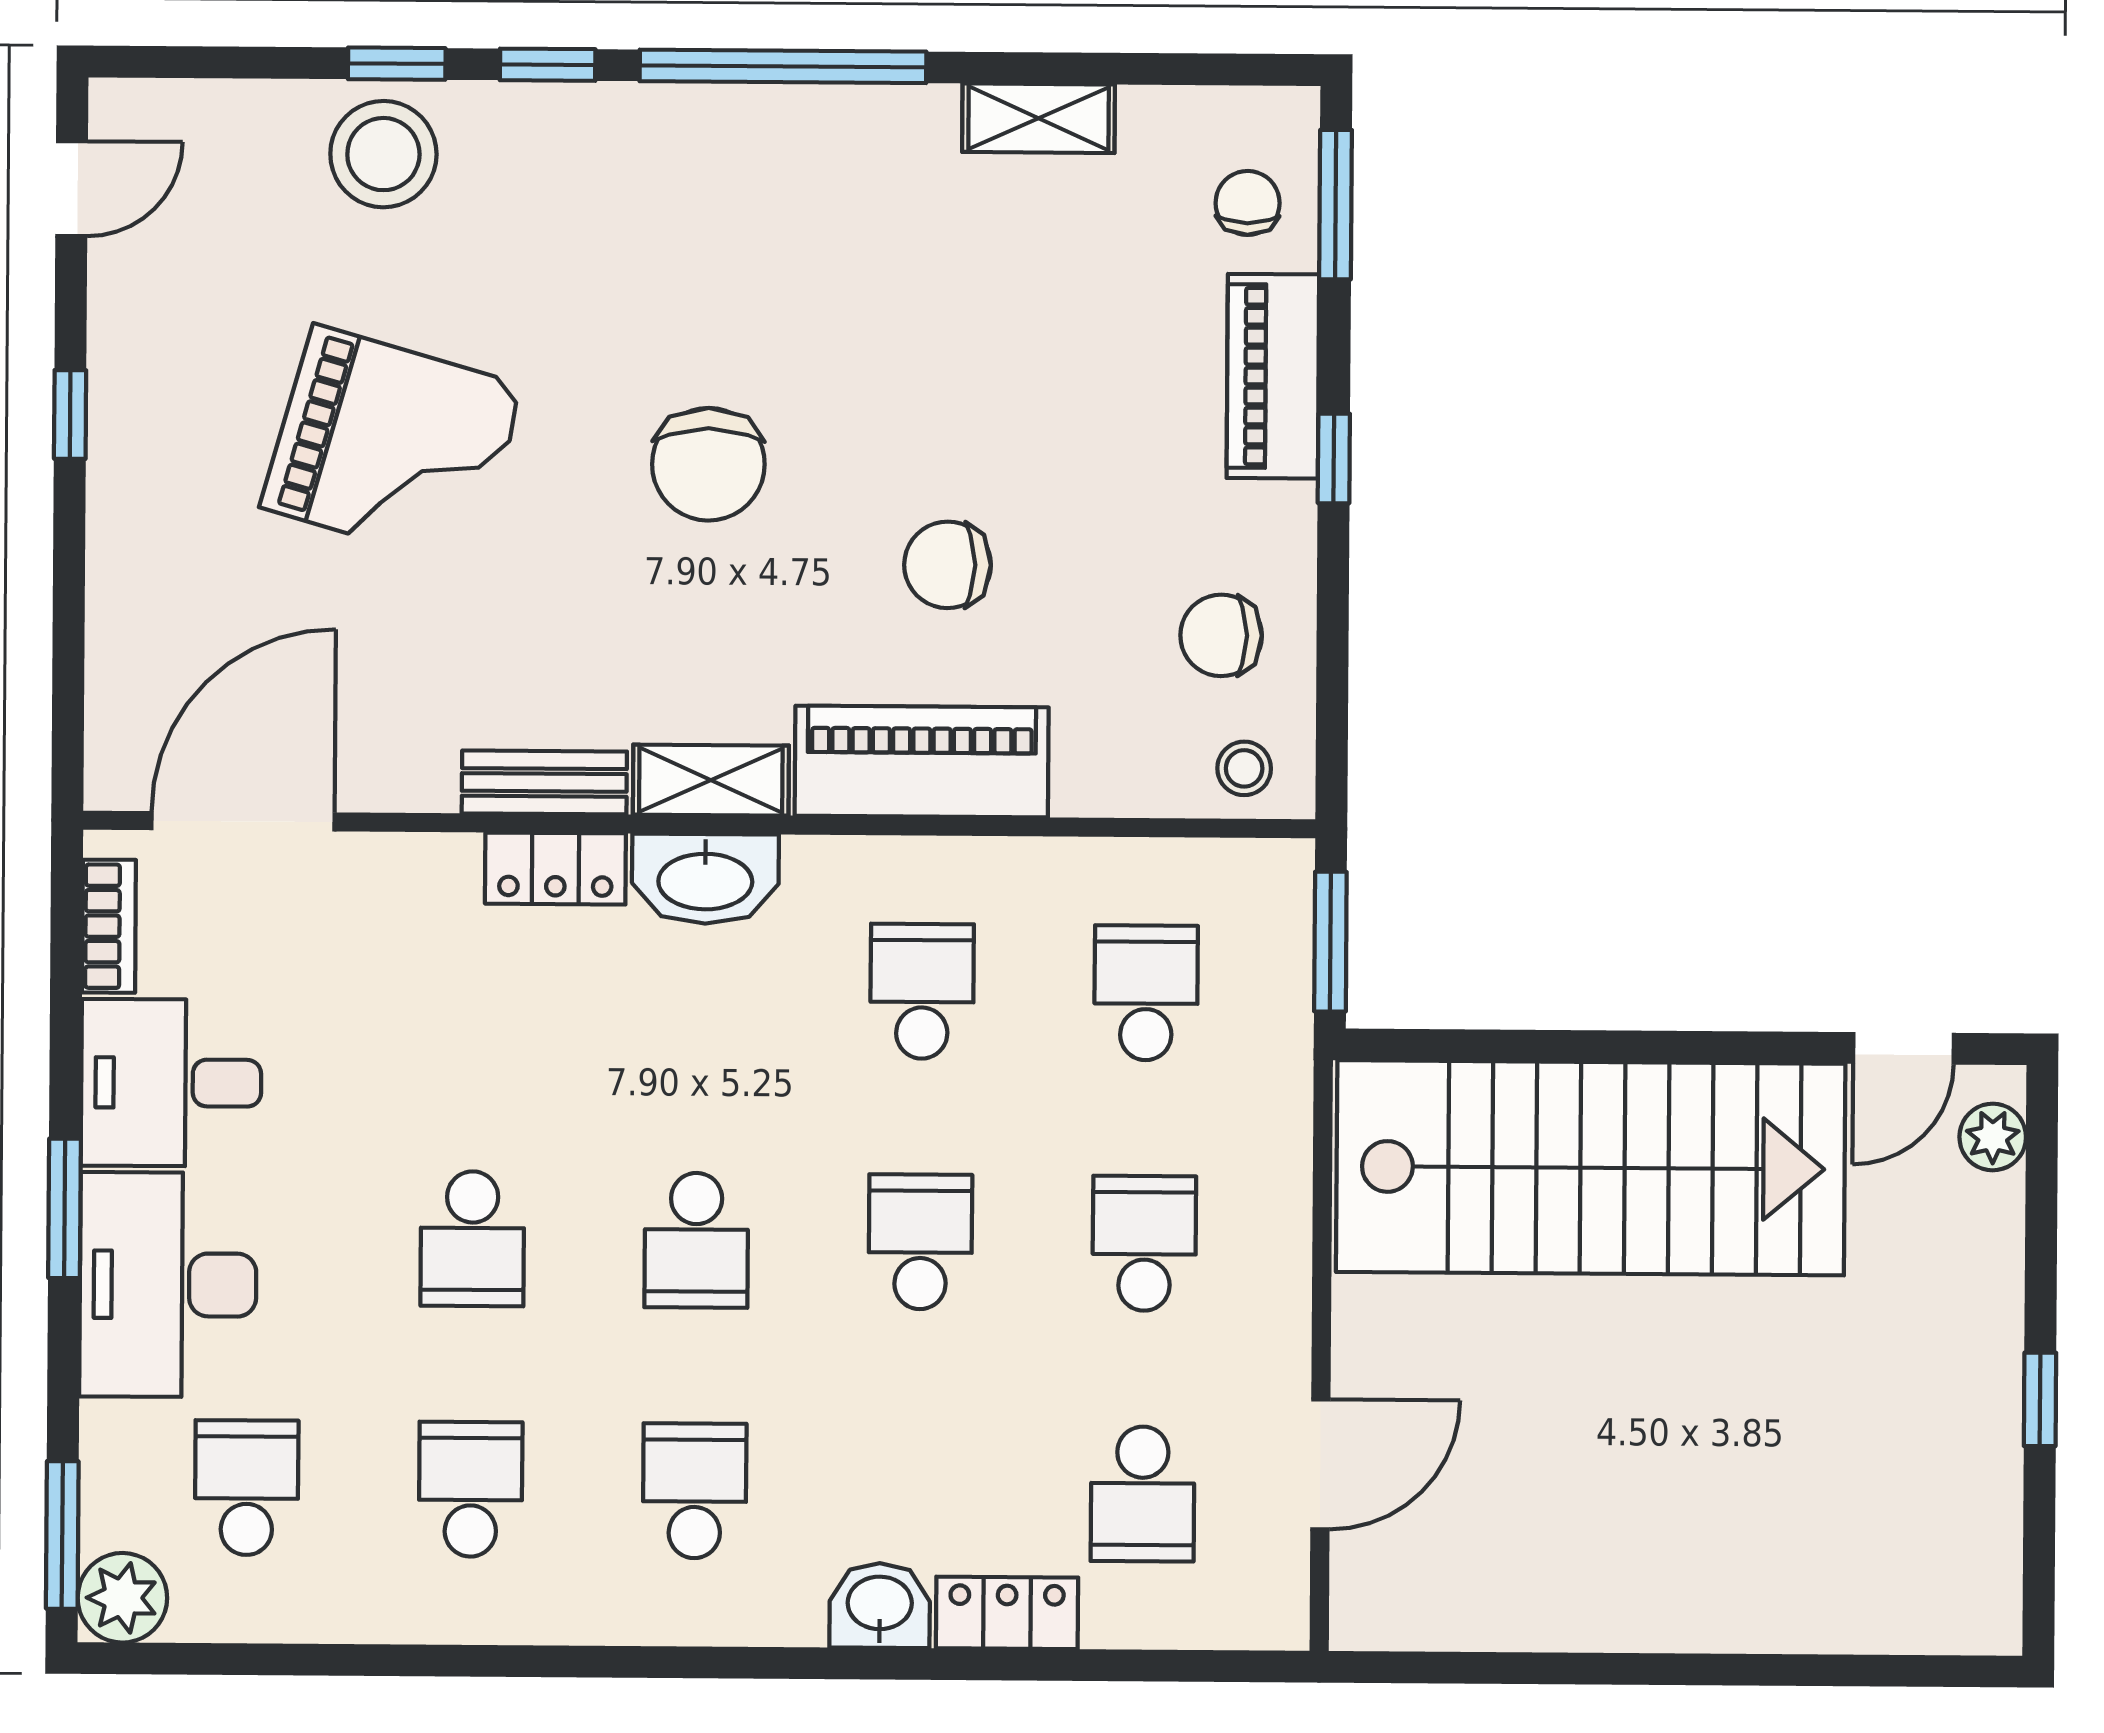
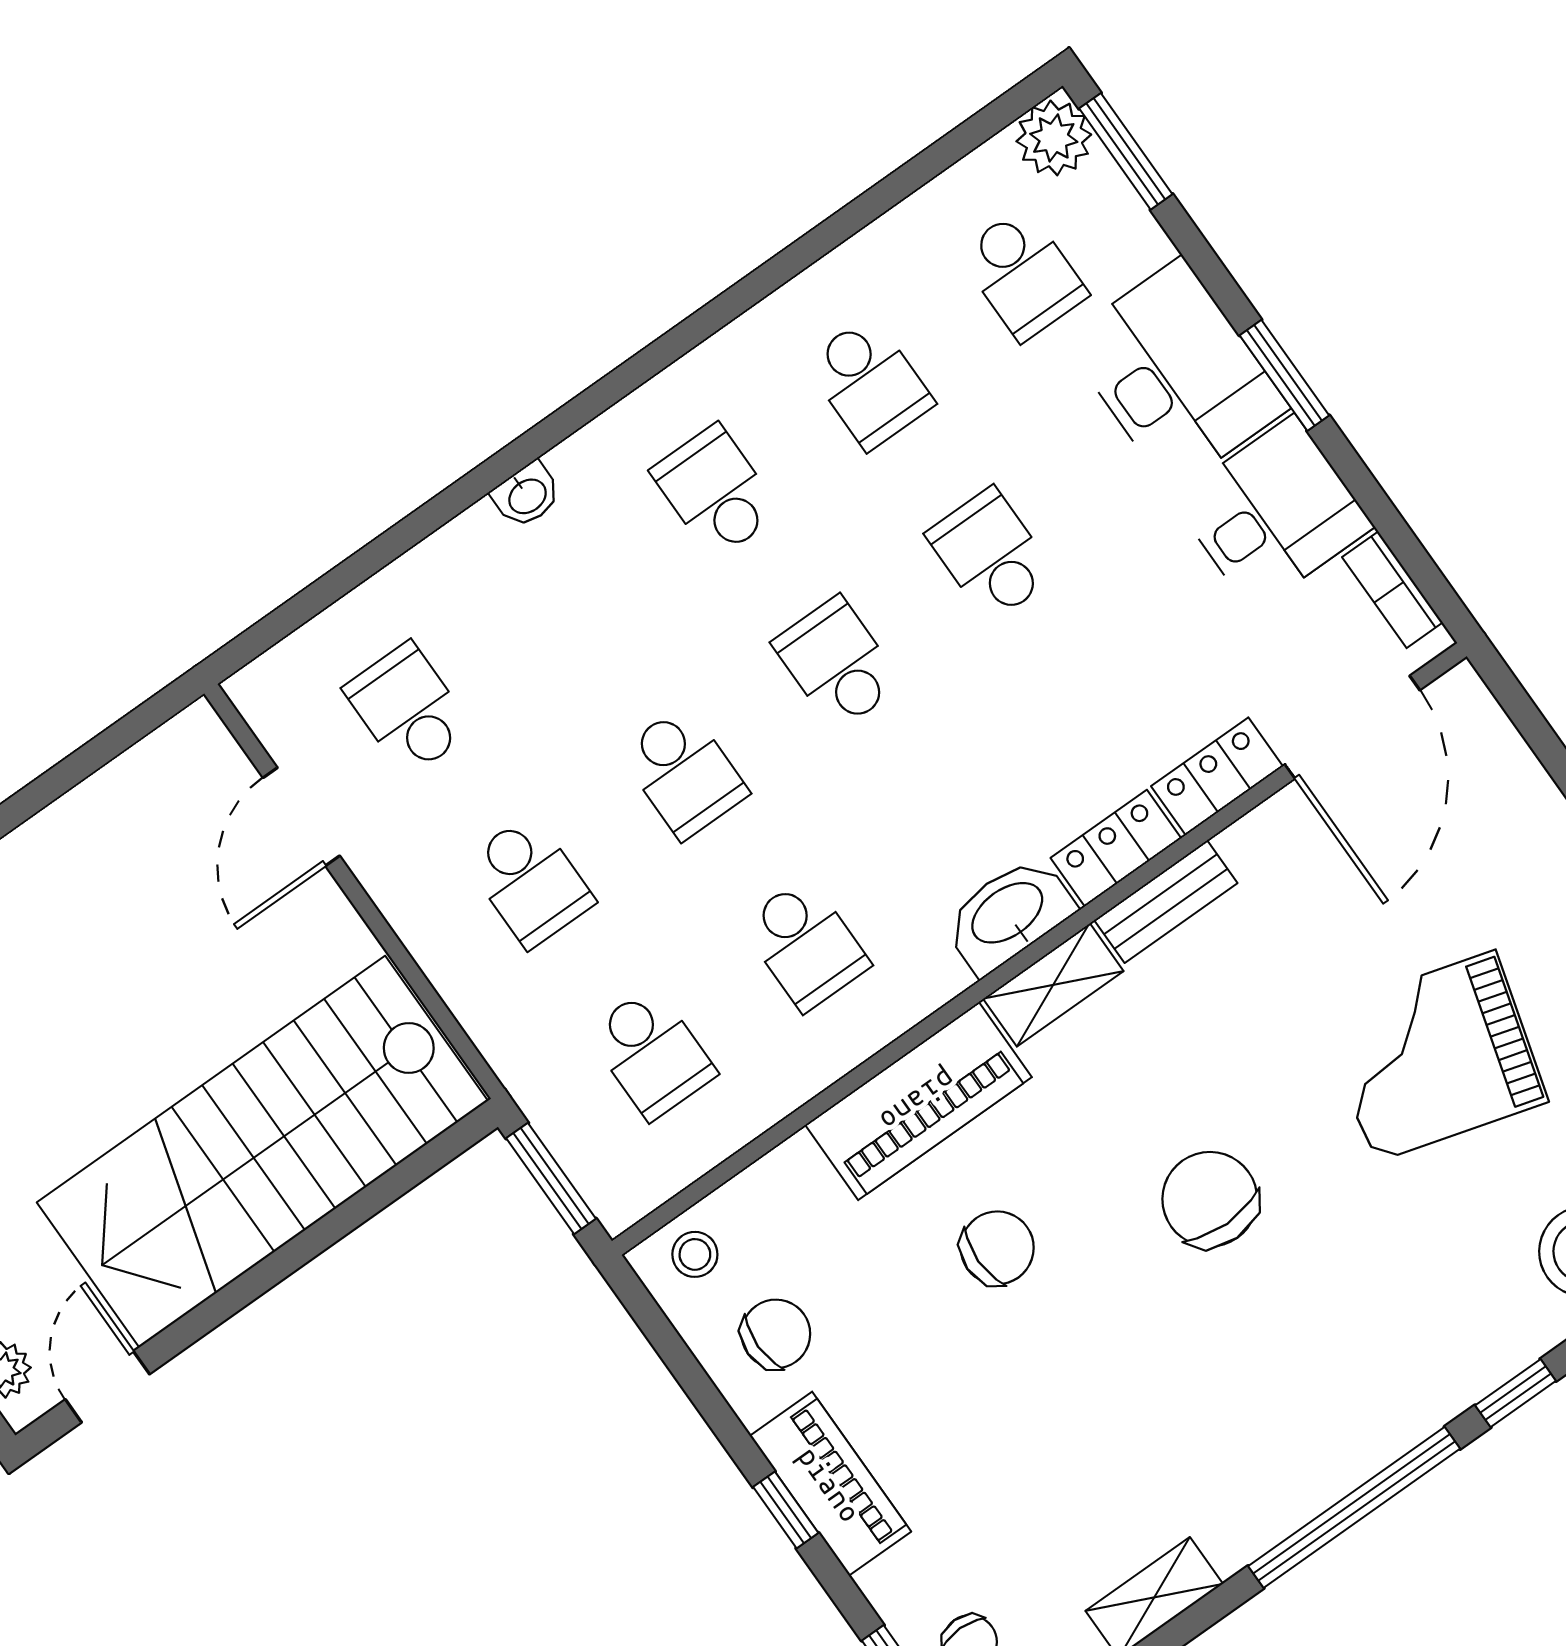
piano: (1273, 376) -> (830, 1484), moved
school desk: (695, 1491) -> (716, 492), turned 180
washbasin: (880, 1605) -> (527, 495), width x0.72, depth x0.69
locker: (1007, 1613) -> (1217, 776), moved, turned 180

